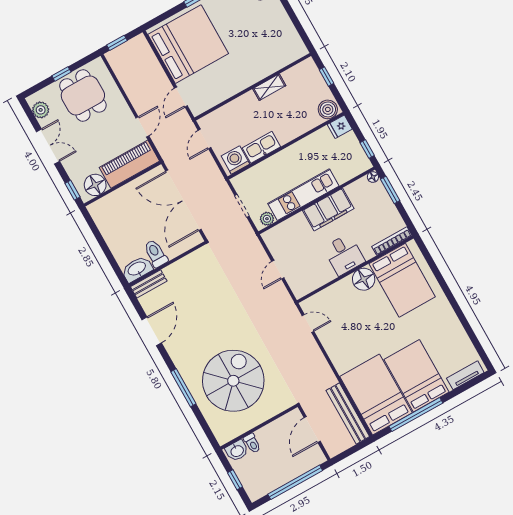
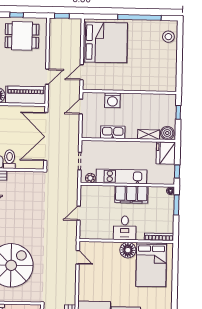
shelving: (269, 87) -> (149, 134), moved
dining table: (83, 95) -> (22, 36), turned 90
fridge: (340, 127) -> (166, 153), width x1.88, depth x1.34
washing machine: (235, 160) -> (112, 100), moved, turned 180

